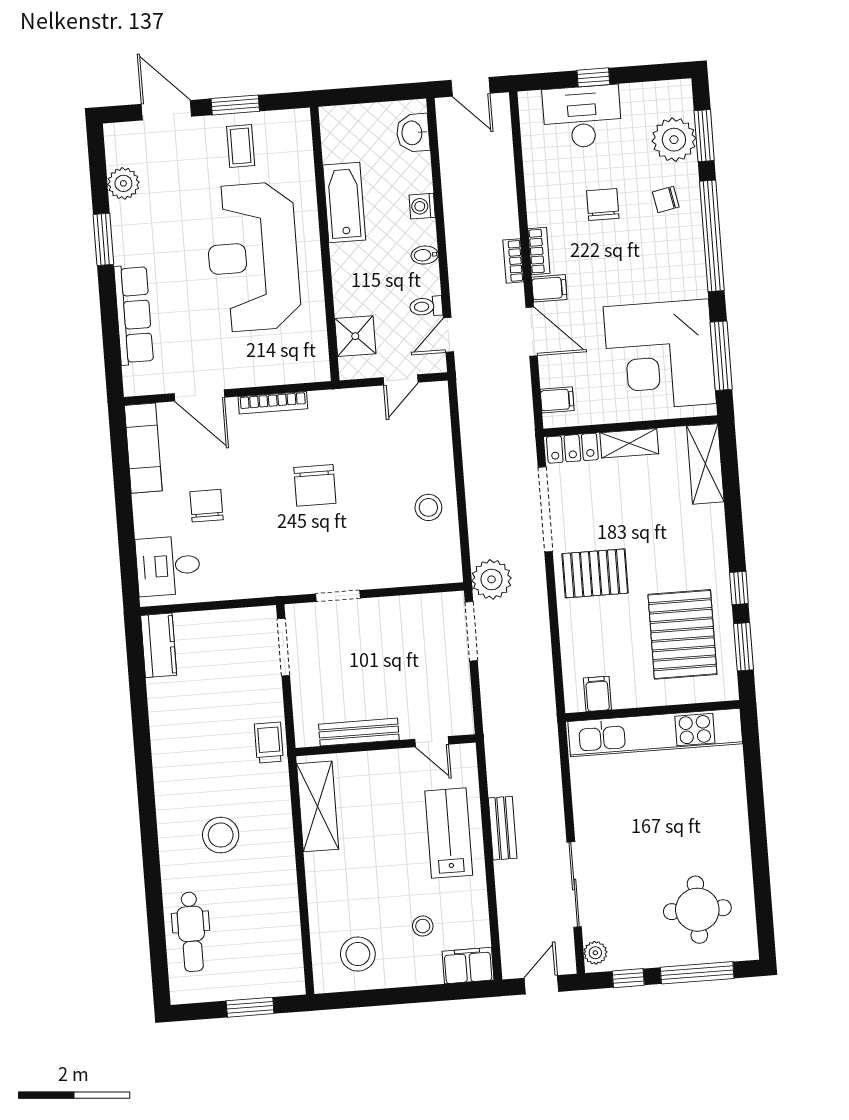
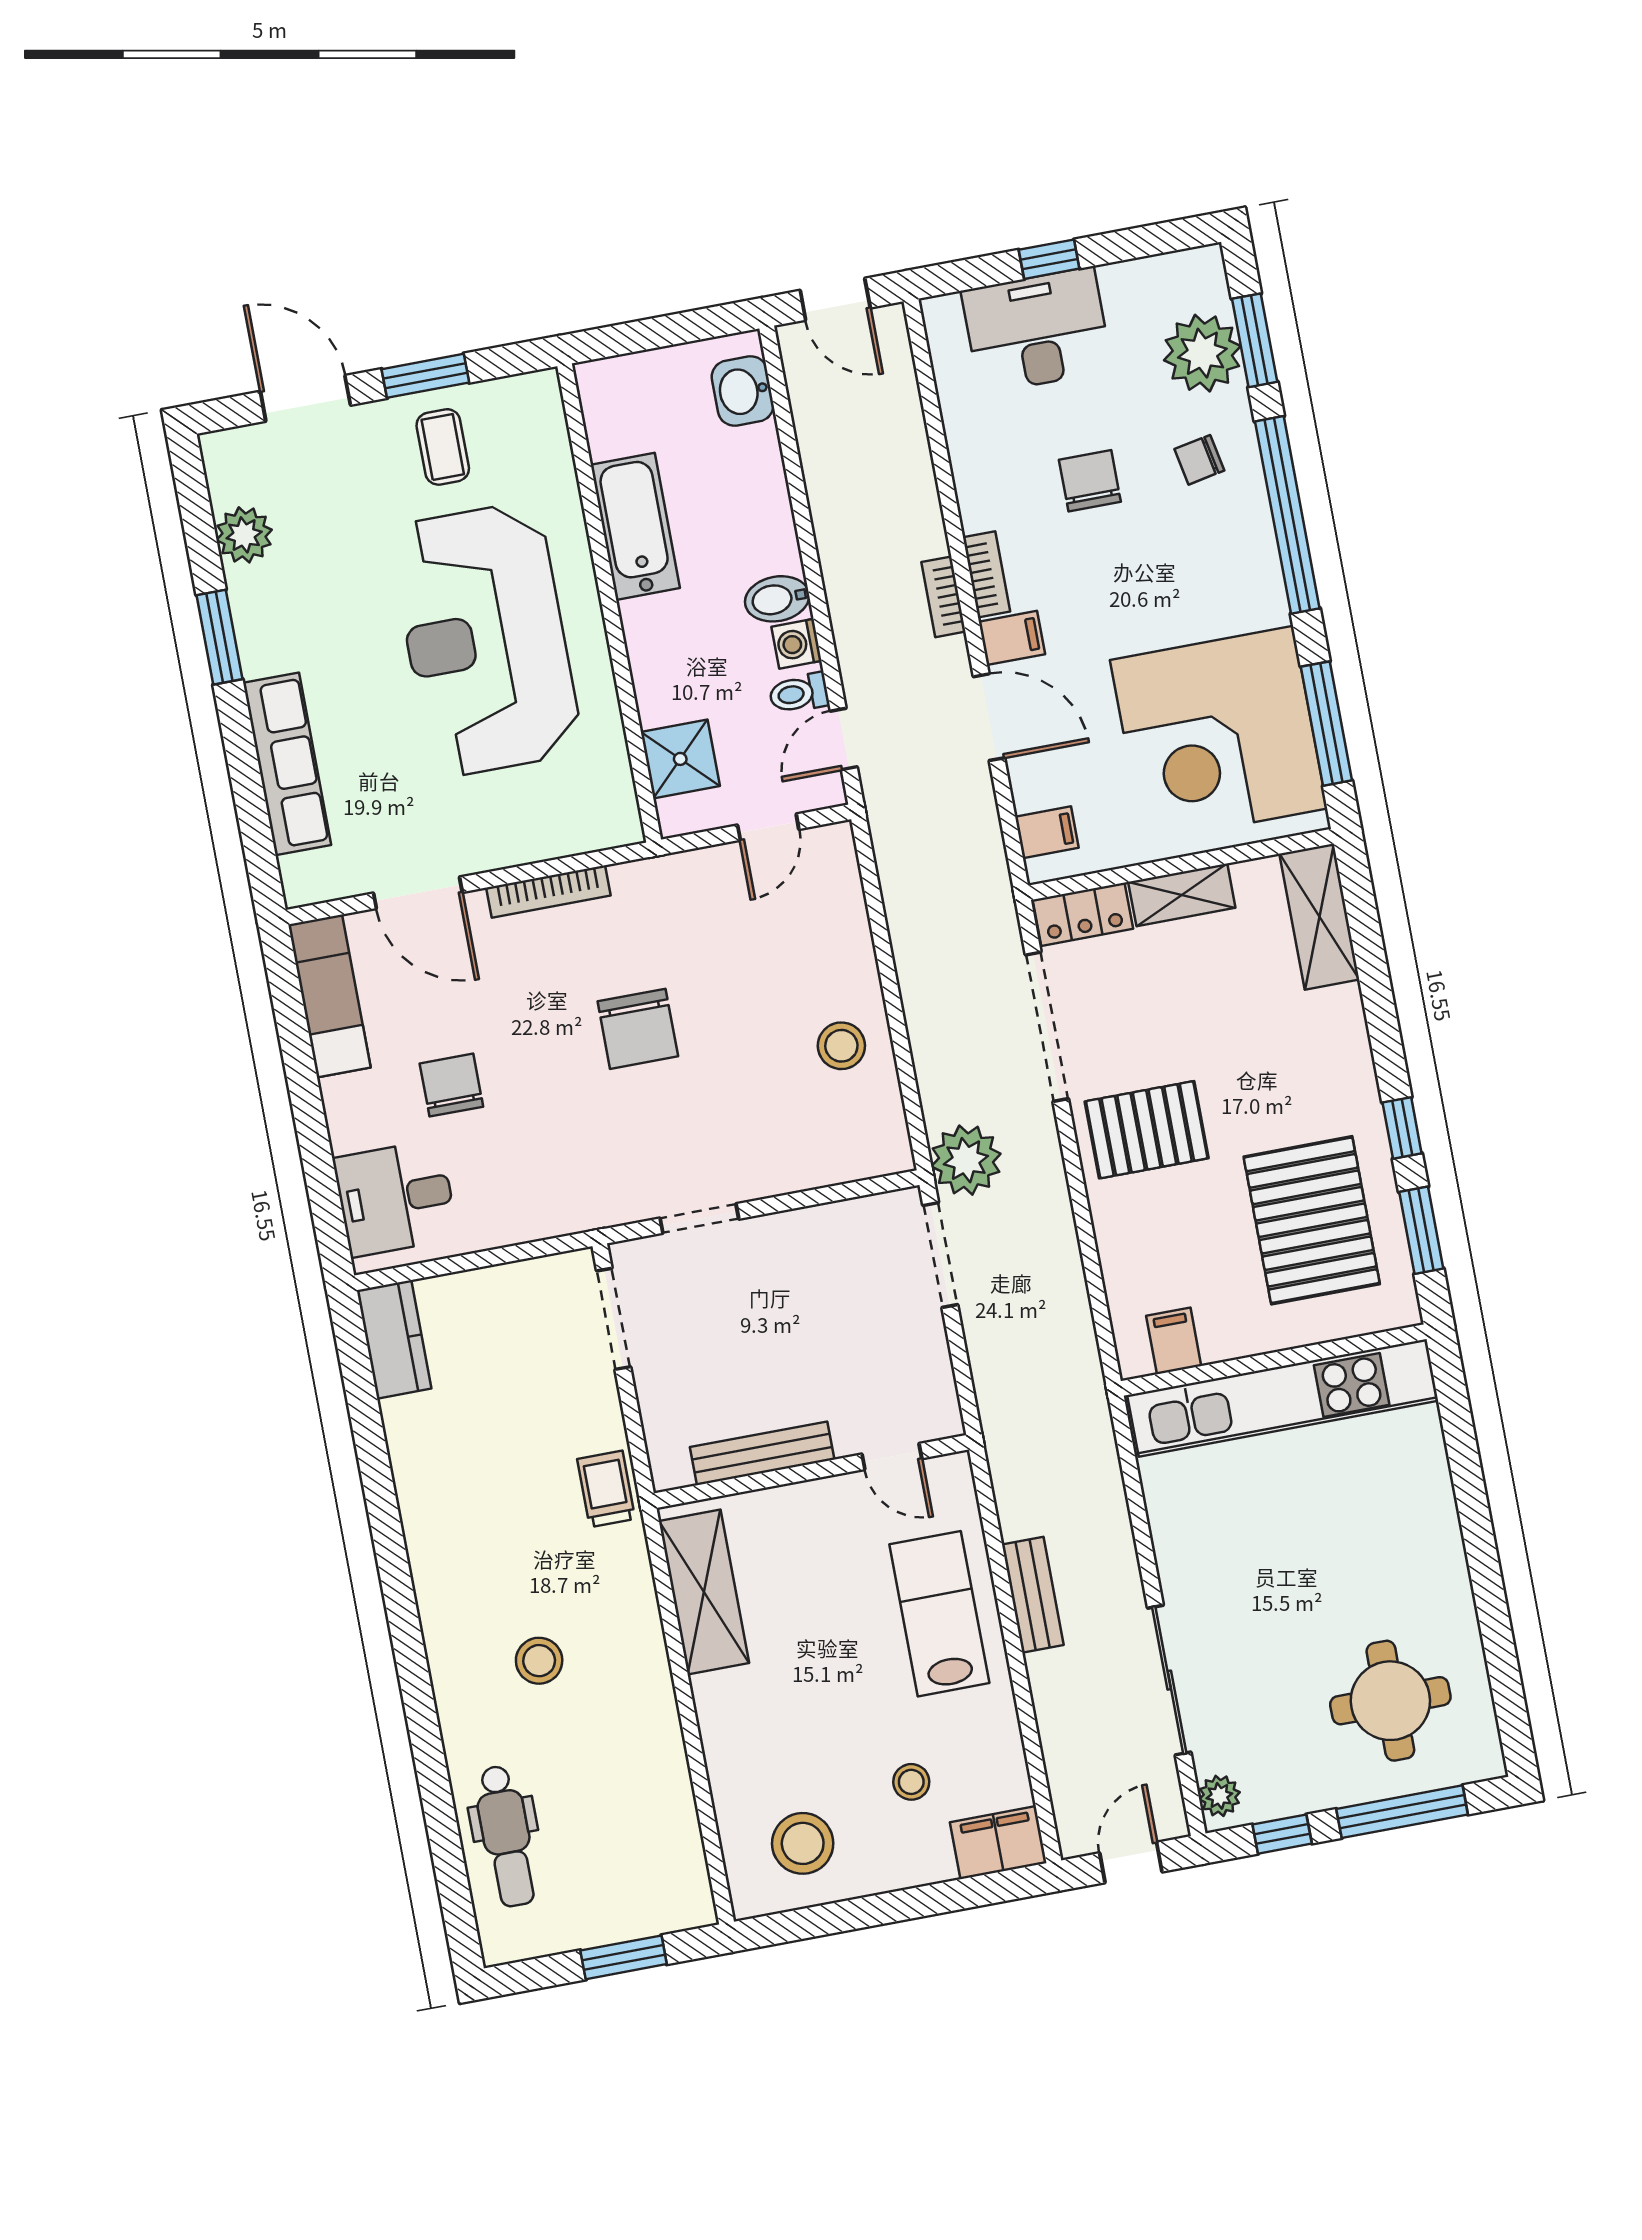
washing machine: (422, 206) -> (797, 644), moved
bidet: (425, 255) -> (777, 599), width x1.38, depth x1.36
stool: (221, 835) -> (539, 1661), width x0.73, depth x0.73

